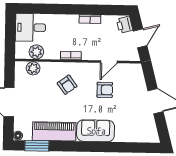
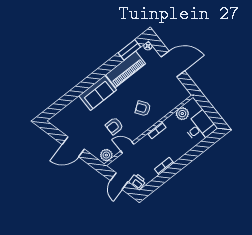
door: (109, 62) -> (127, 148), hinge flipped
plant: (33, 68) -> (106, 155), moved

